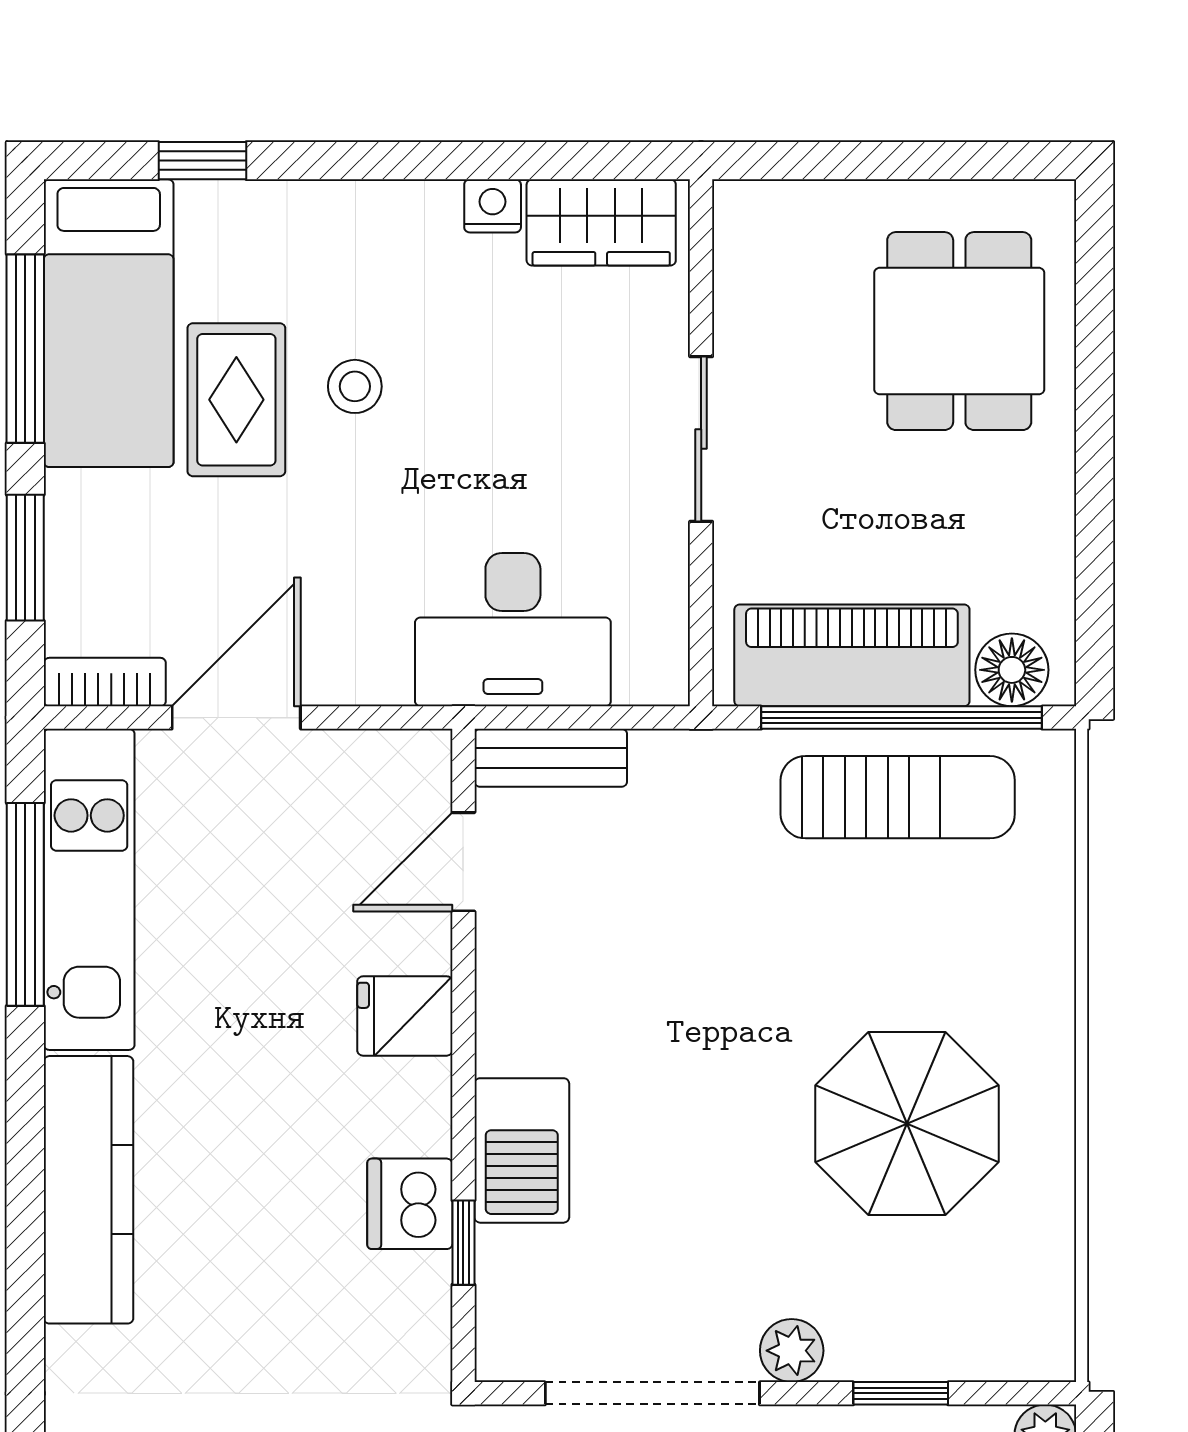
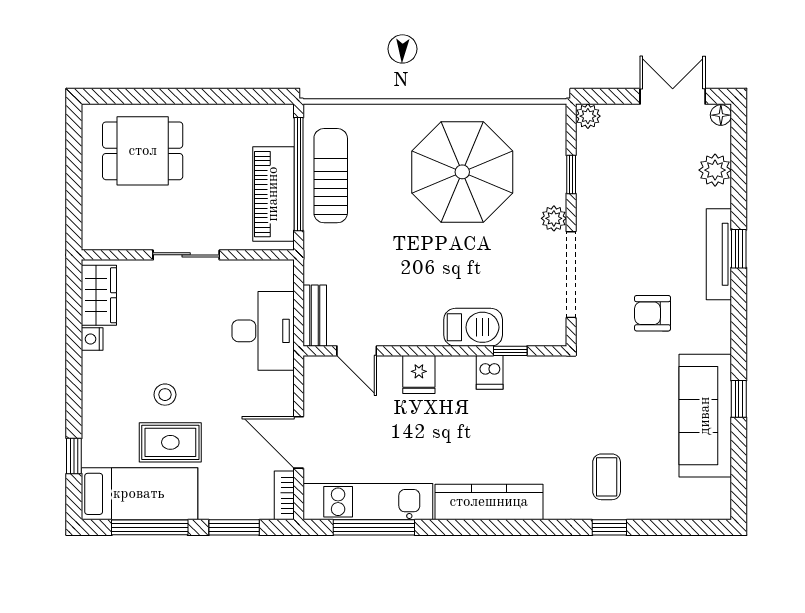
floor lamp: (1012, 670) -> (279, 130), removed
parasol: (907, 1124) -> (462, 172), width x1.36, depth x1.36
dishwasher: (410, 1204) -> (490, 372), width x0.73

